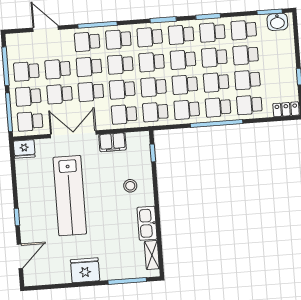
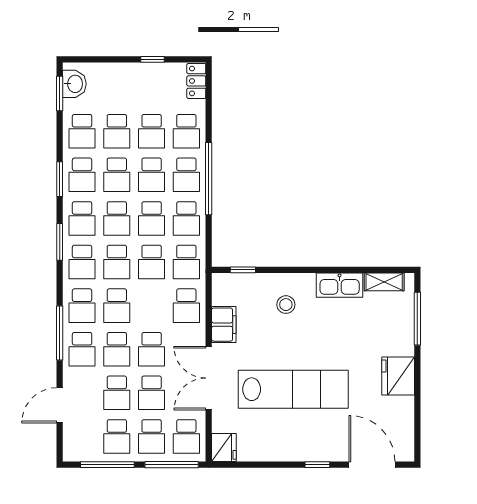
school desk: (122, 89) -> (152, 306), removed
door: (20, 256) -> (372, 465), width x1.36

